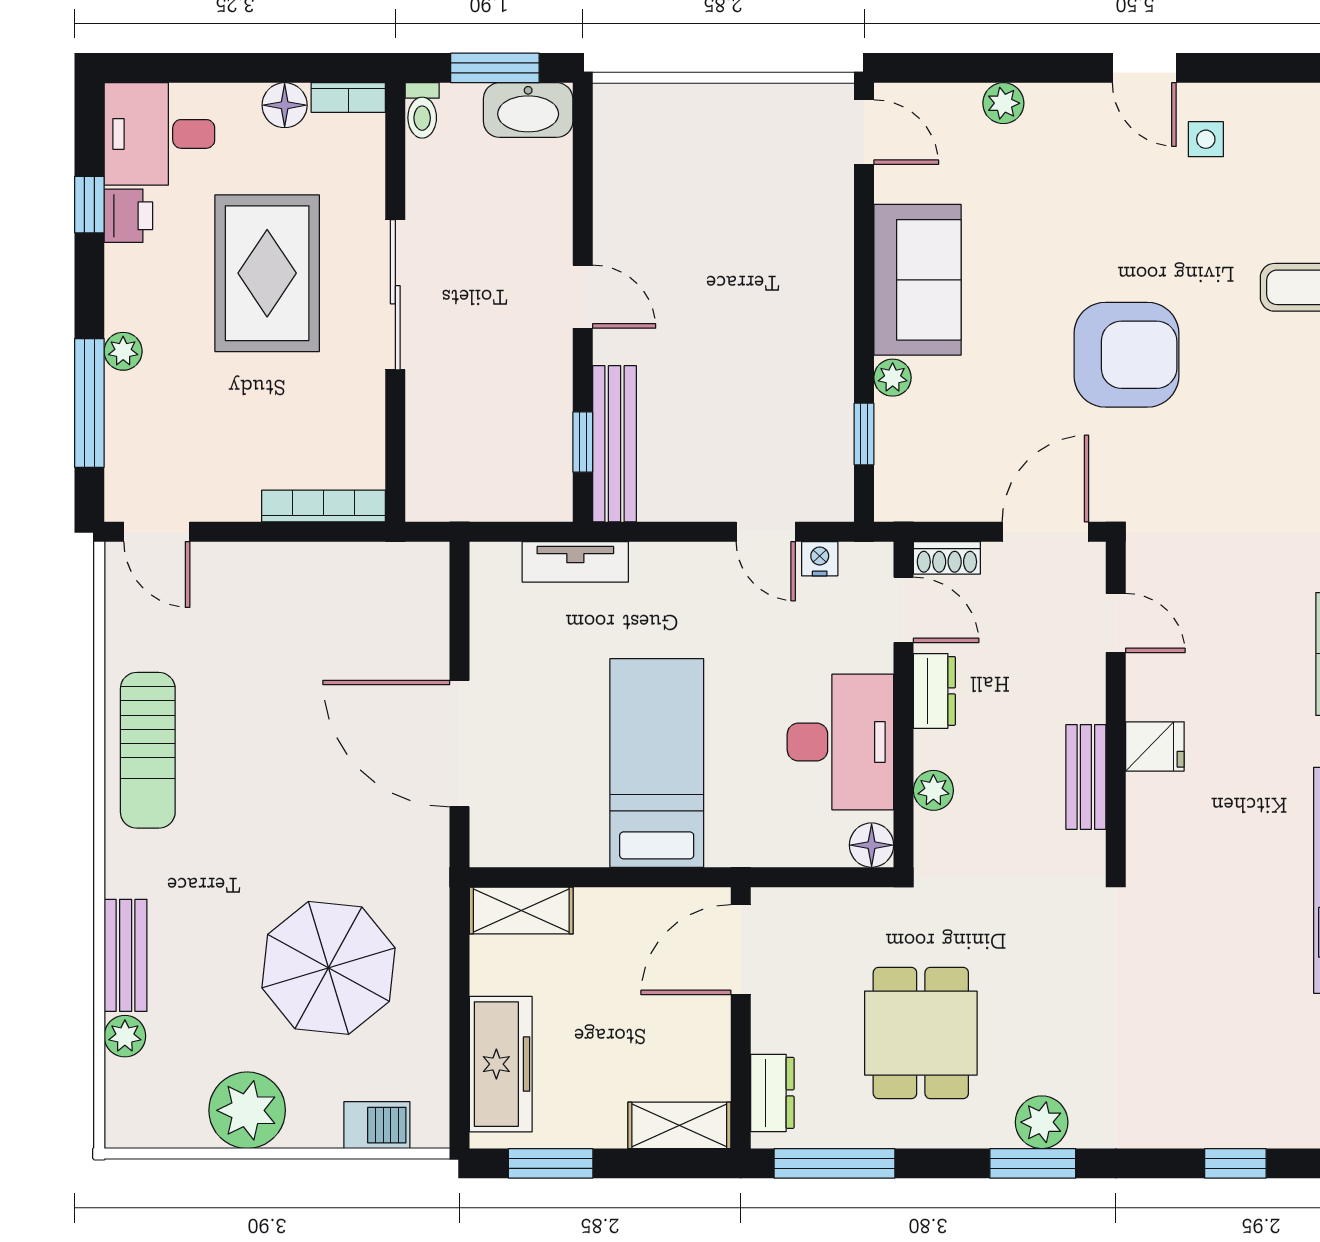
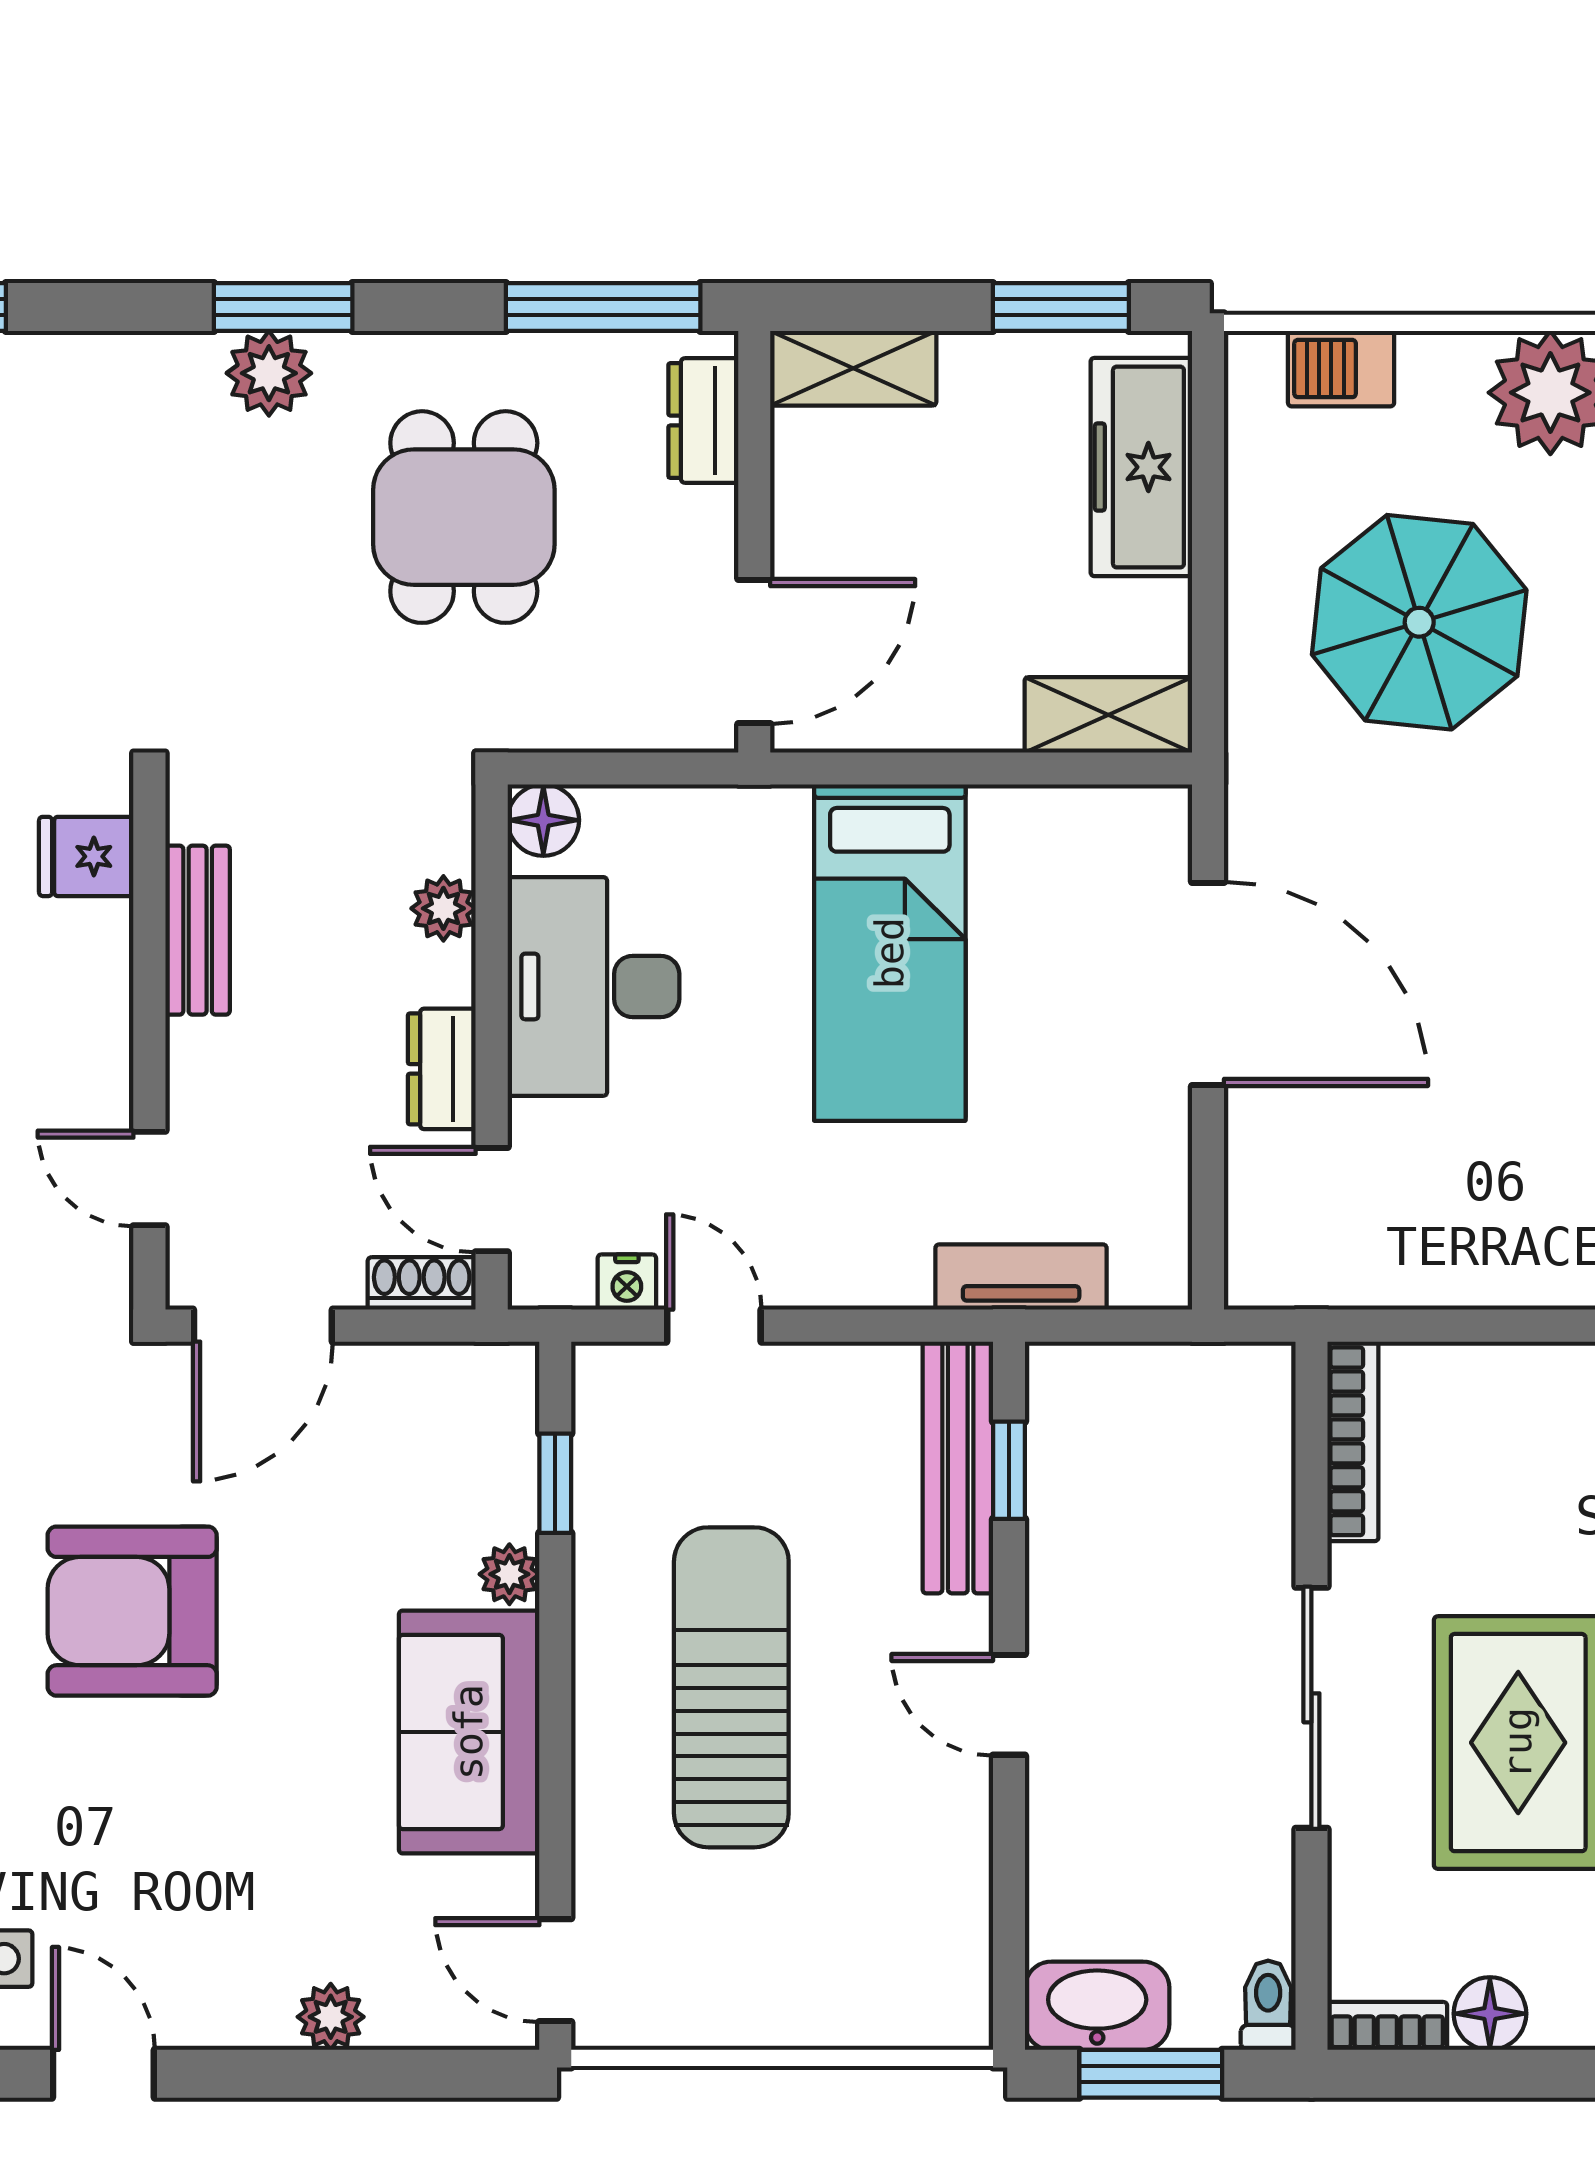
sun lounger: (755, 307) -> (731, 1687), added
bookcase: (324, 506) -> (1353, 1441), moved, turned -90
fridge: (1155, 746) -> (86, 856), moved

